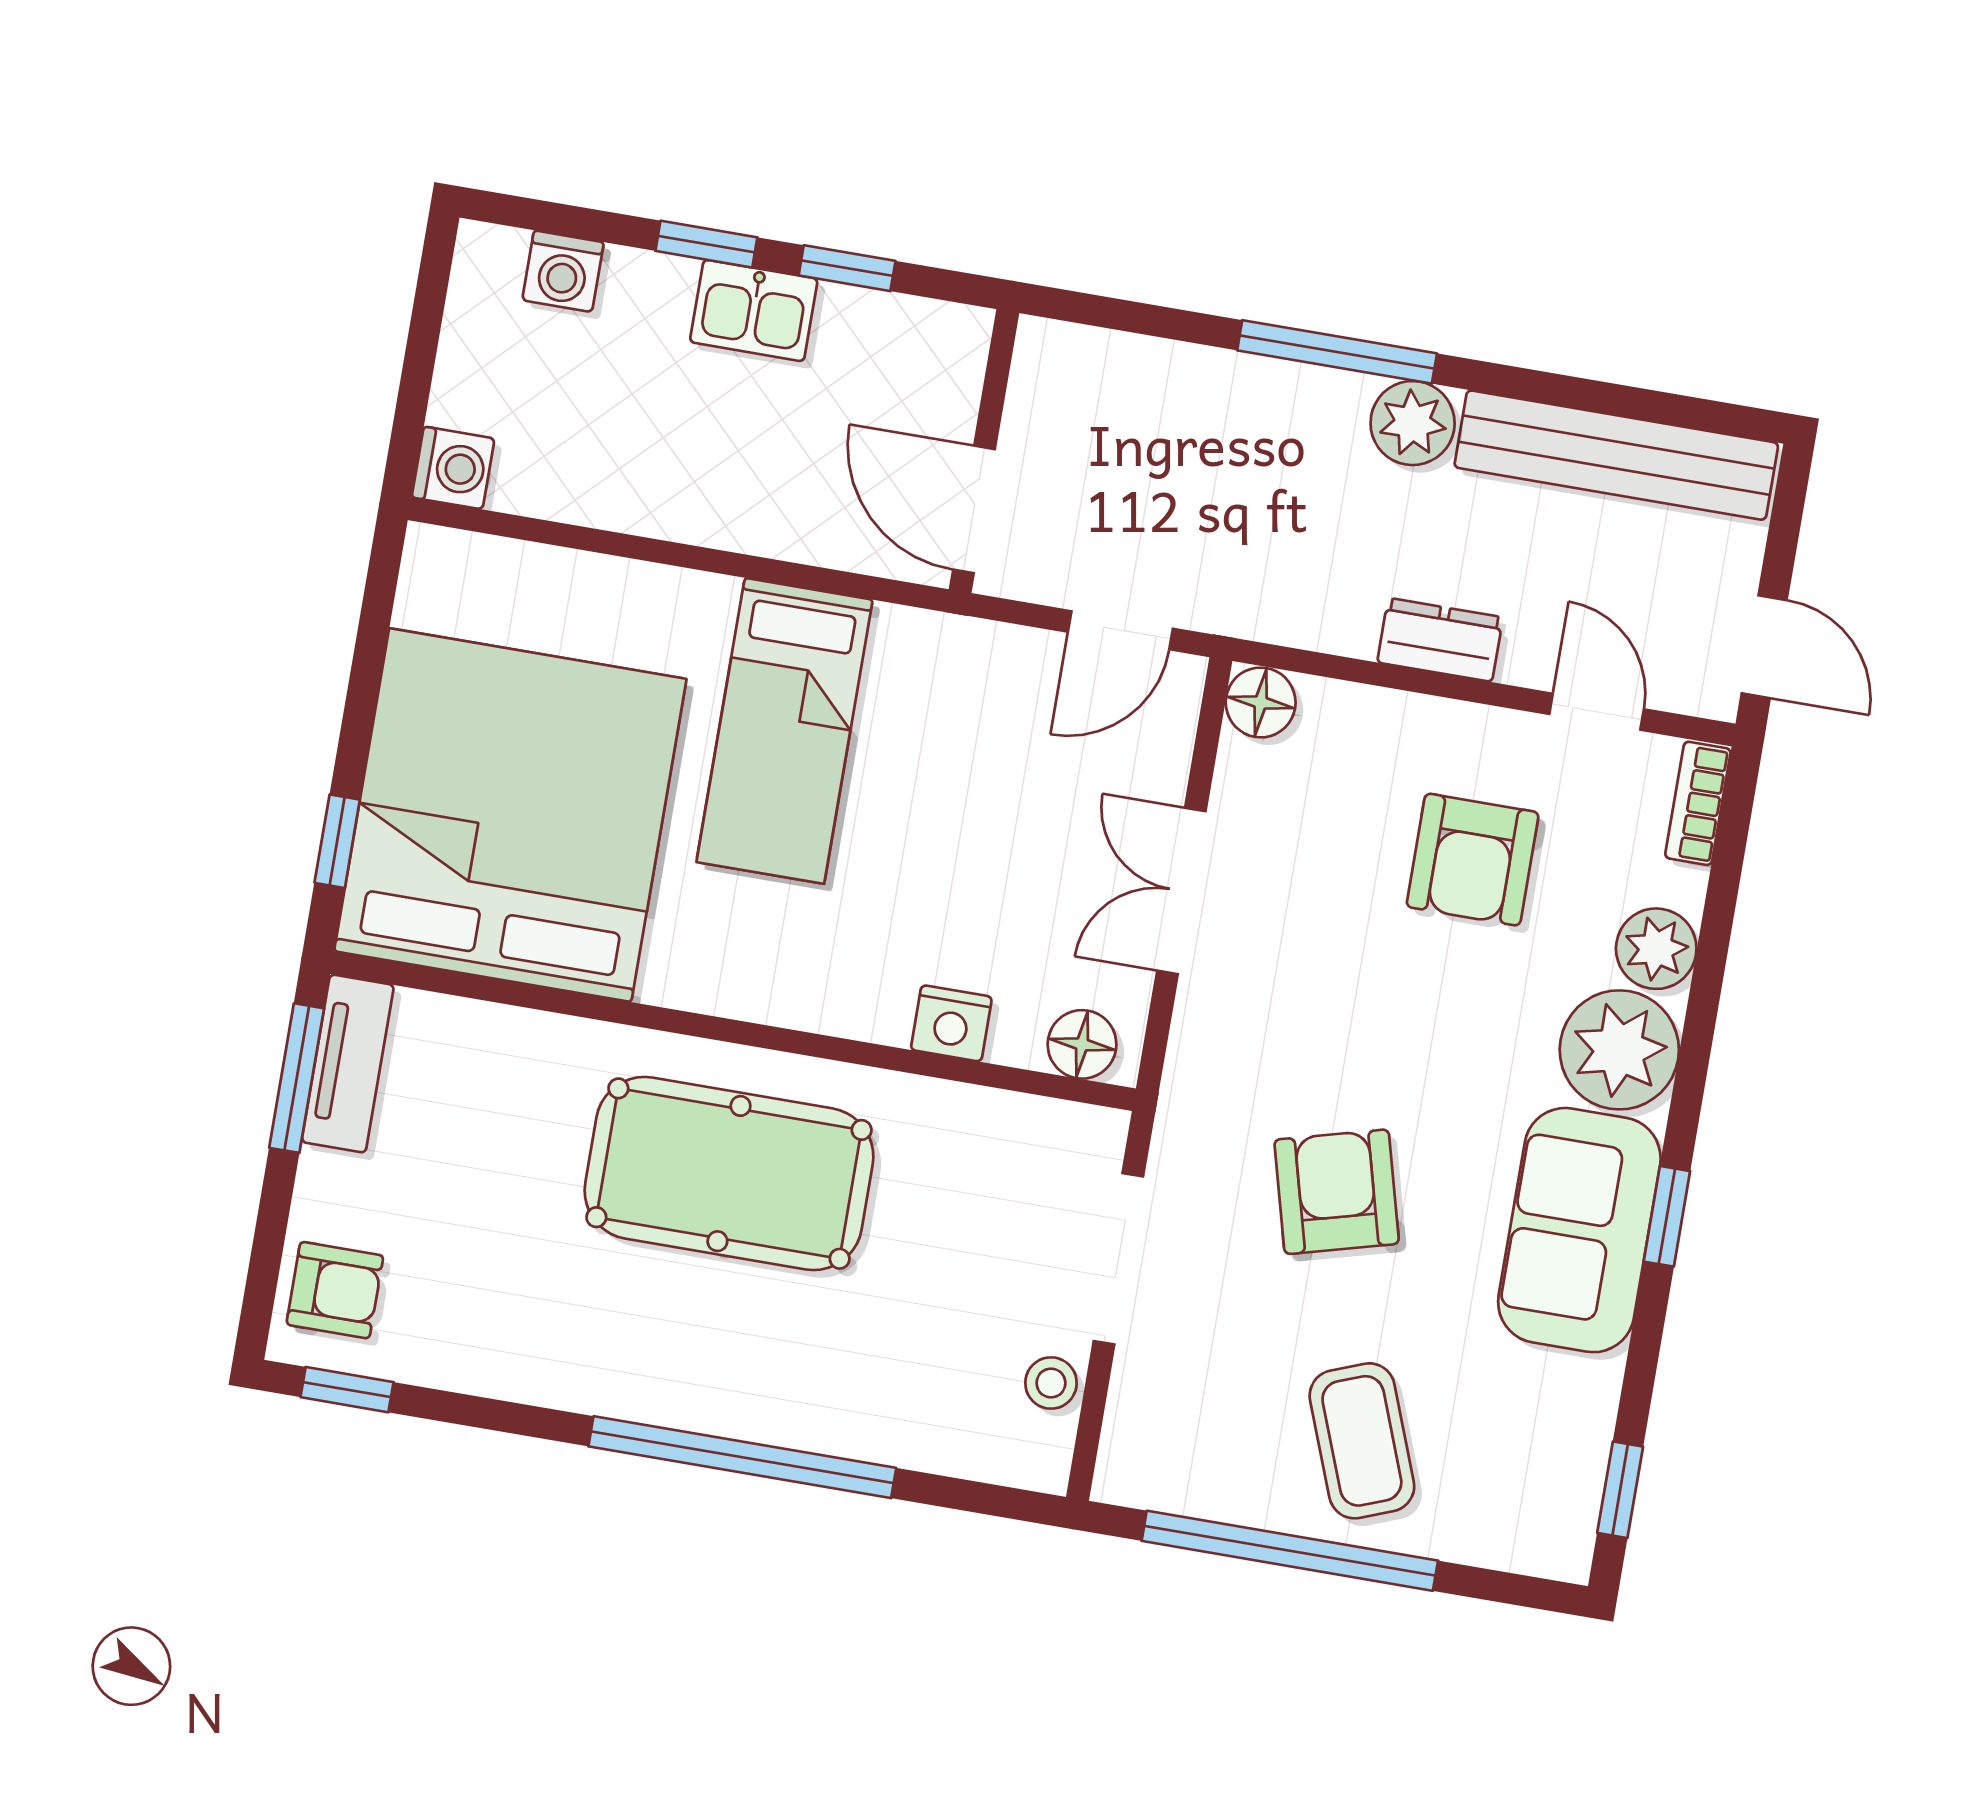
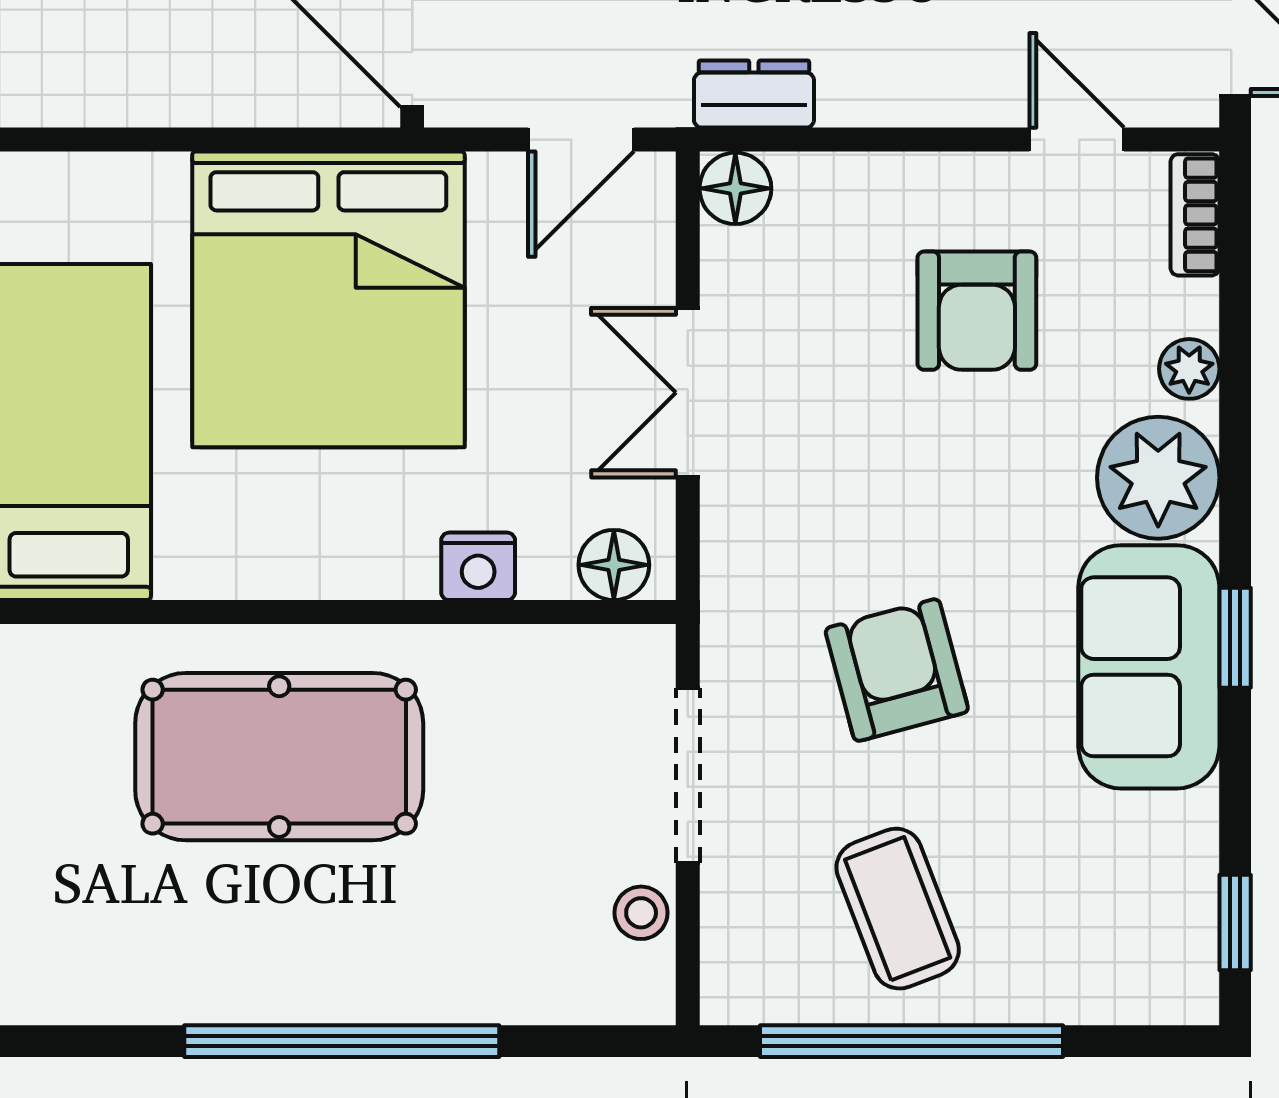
dresser: (1440, 640) -> (754, 94), moved
bed: (785, 731) -> (328, 299), width x2.04
plant: (1656, 949) -> (1189, 369), width x0.73, depth x0.73
coffee table: (1362, 1441) -> (898, 909), moved

